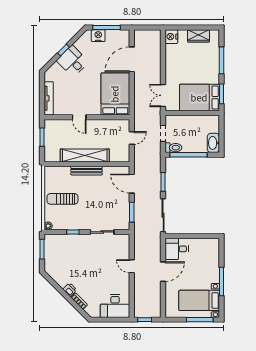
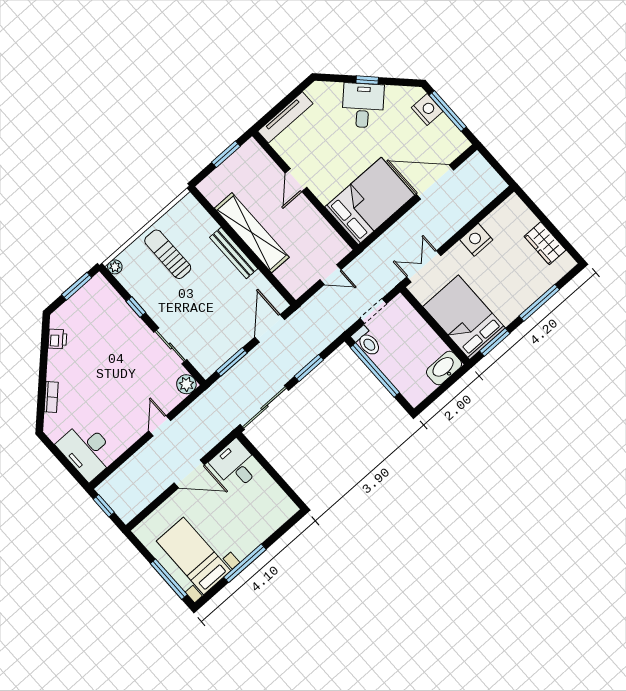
nightstand: (171, 37) -> (476, 240), moved
washbasin: (213, 143) -> (444, 368), moved
plant: (124, 239) -> (186, 384), added
printer: (70, 290) -> (57, 339), moved

